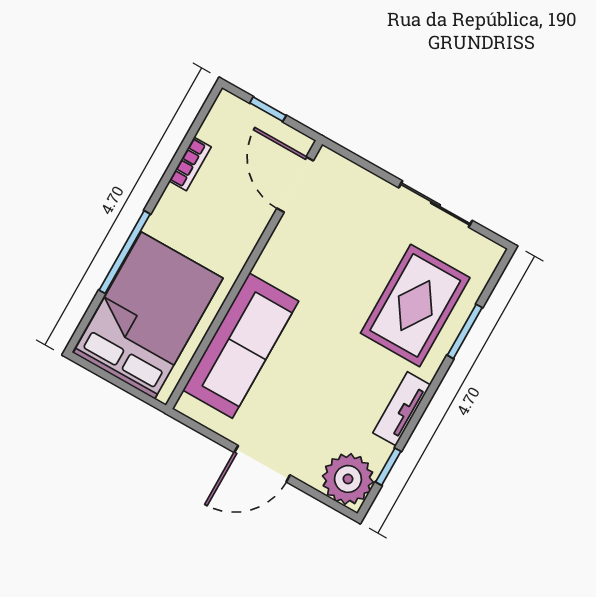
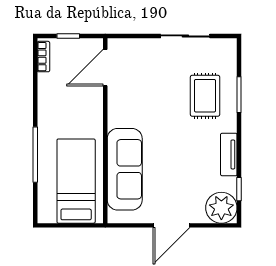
bookcase: (190, 164) -> (43, 57), moved
door: (295, 184) -> (105, 68), hinge flipped
rug: (415, 305) -> (205, 96), width x0.73, depth x0.70
bed: (148, 315) -> (76, 181), width x0.67

